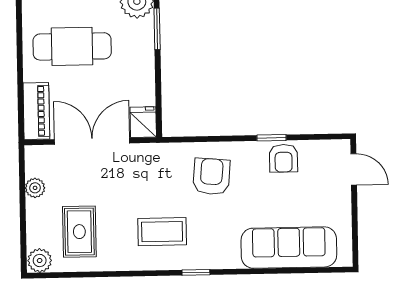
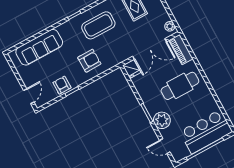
door: (354, 169) -> (29, 96), swing flipped
armchair: (211, 177) -> (89, 61), turned -96
plant: (35, 188) -> (170, 26), moved
coffee table: (162, 232) -> (98, 25), width x1.36, depth x1.32

